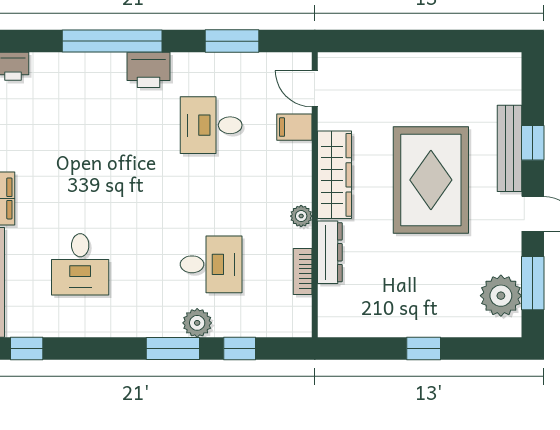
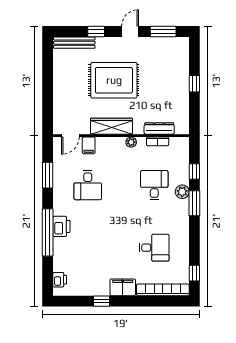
printer: (149, 70) -> (61, 226), moved
bench: (509, 148) -> (74, 43), moved
dresser: (330, 252) -> (159, 128), moved
plant: (501, 296) -> (169, 47), removed

